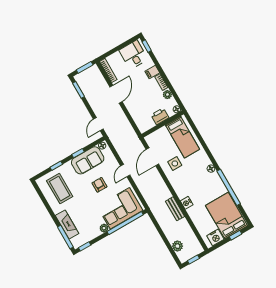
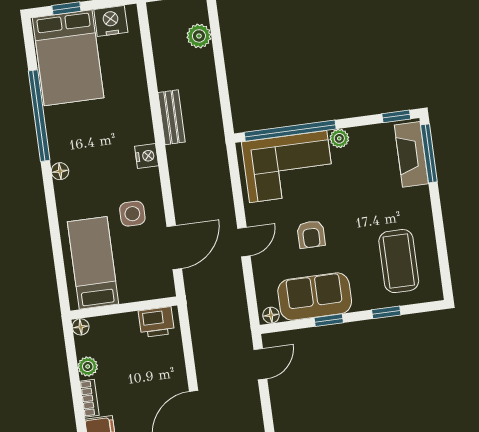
printer: (160, 116) -> (156, 322), moved
nightstand: (187, 203) -> (147, 156), moved
fireplace: (67, 225) -> (411, 154), moved

